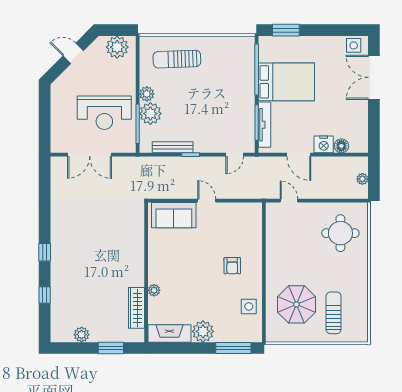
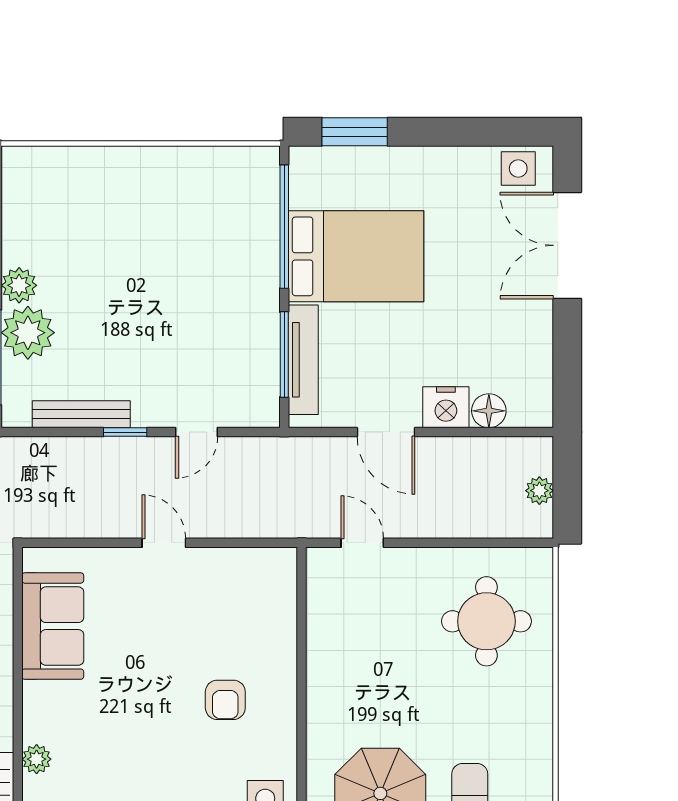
sun lounger: (177, 59) -> (92, 201), removed
door: (235, 155) -> (197, 432), moved
sofa: (174, 215) -> (53, 626), moved, turned -90

